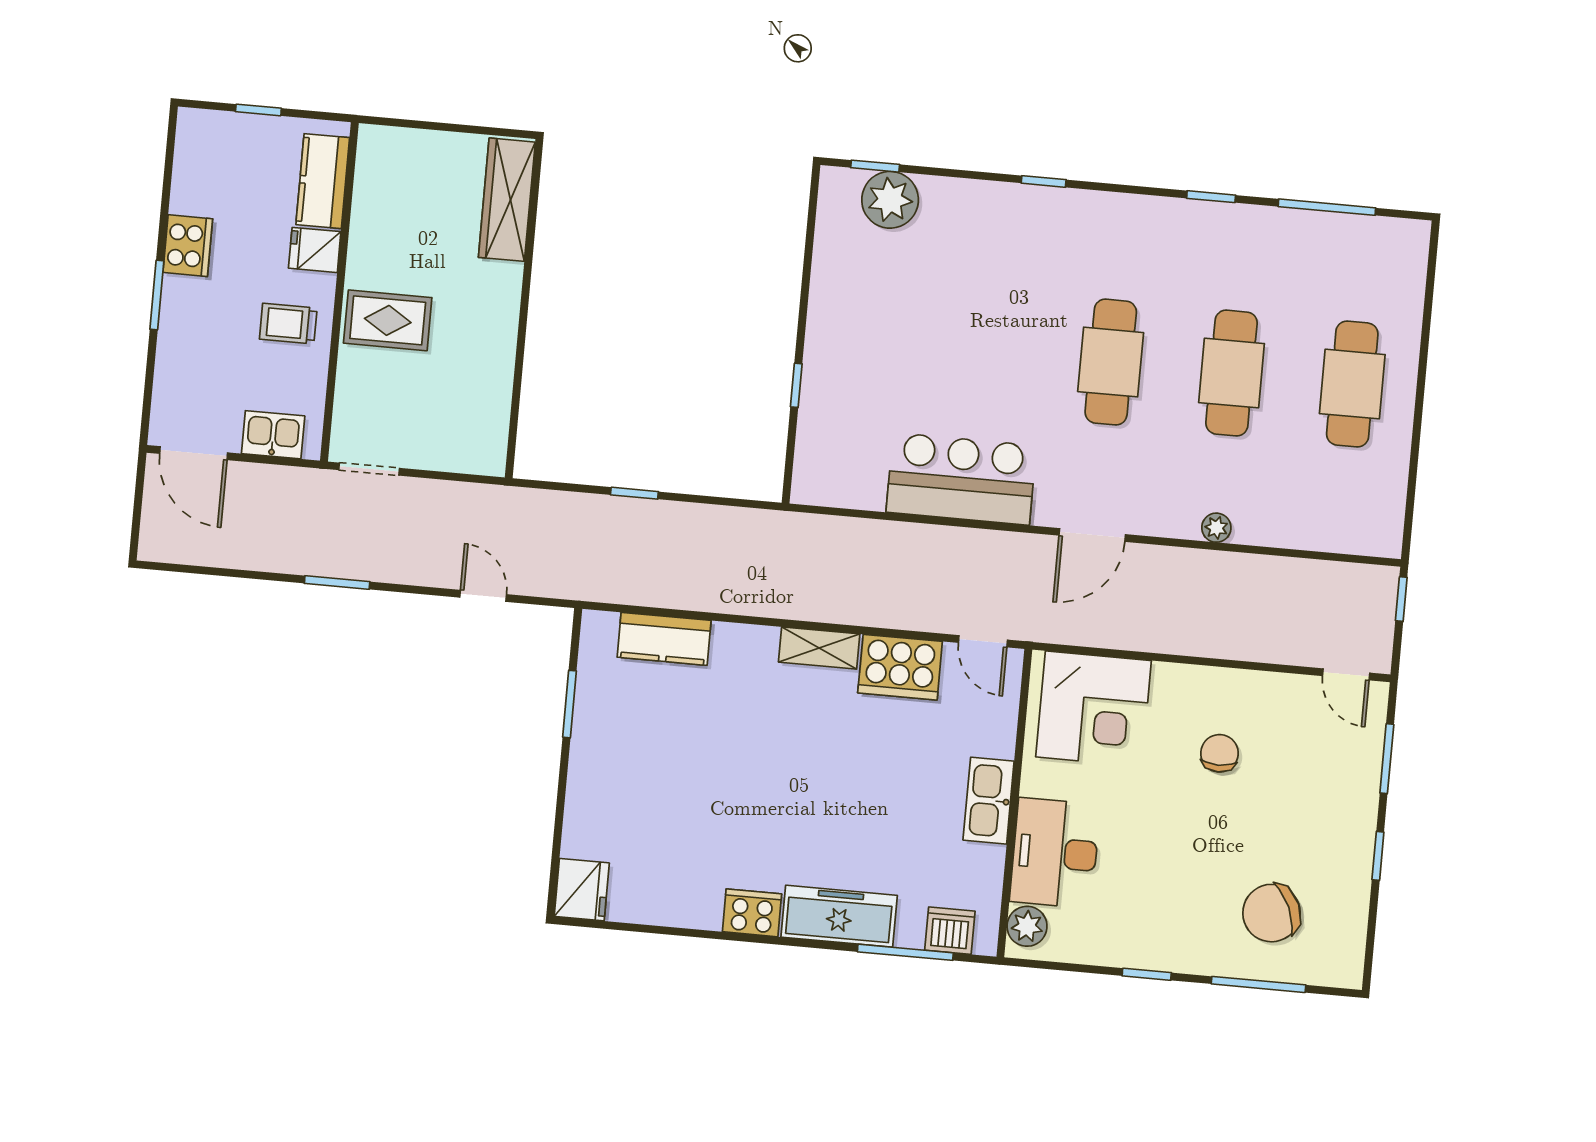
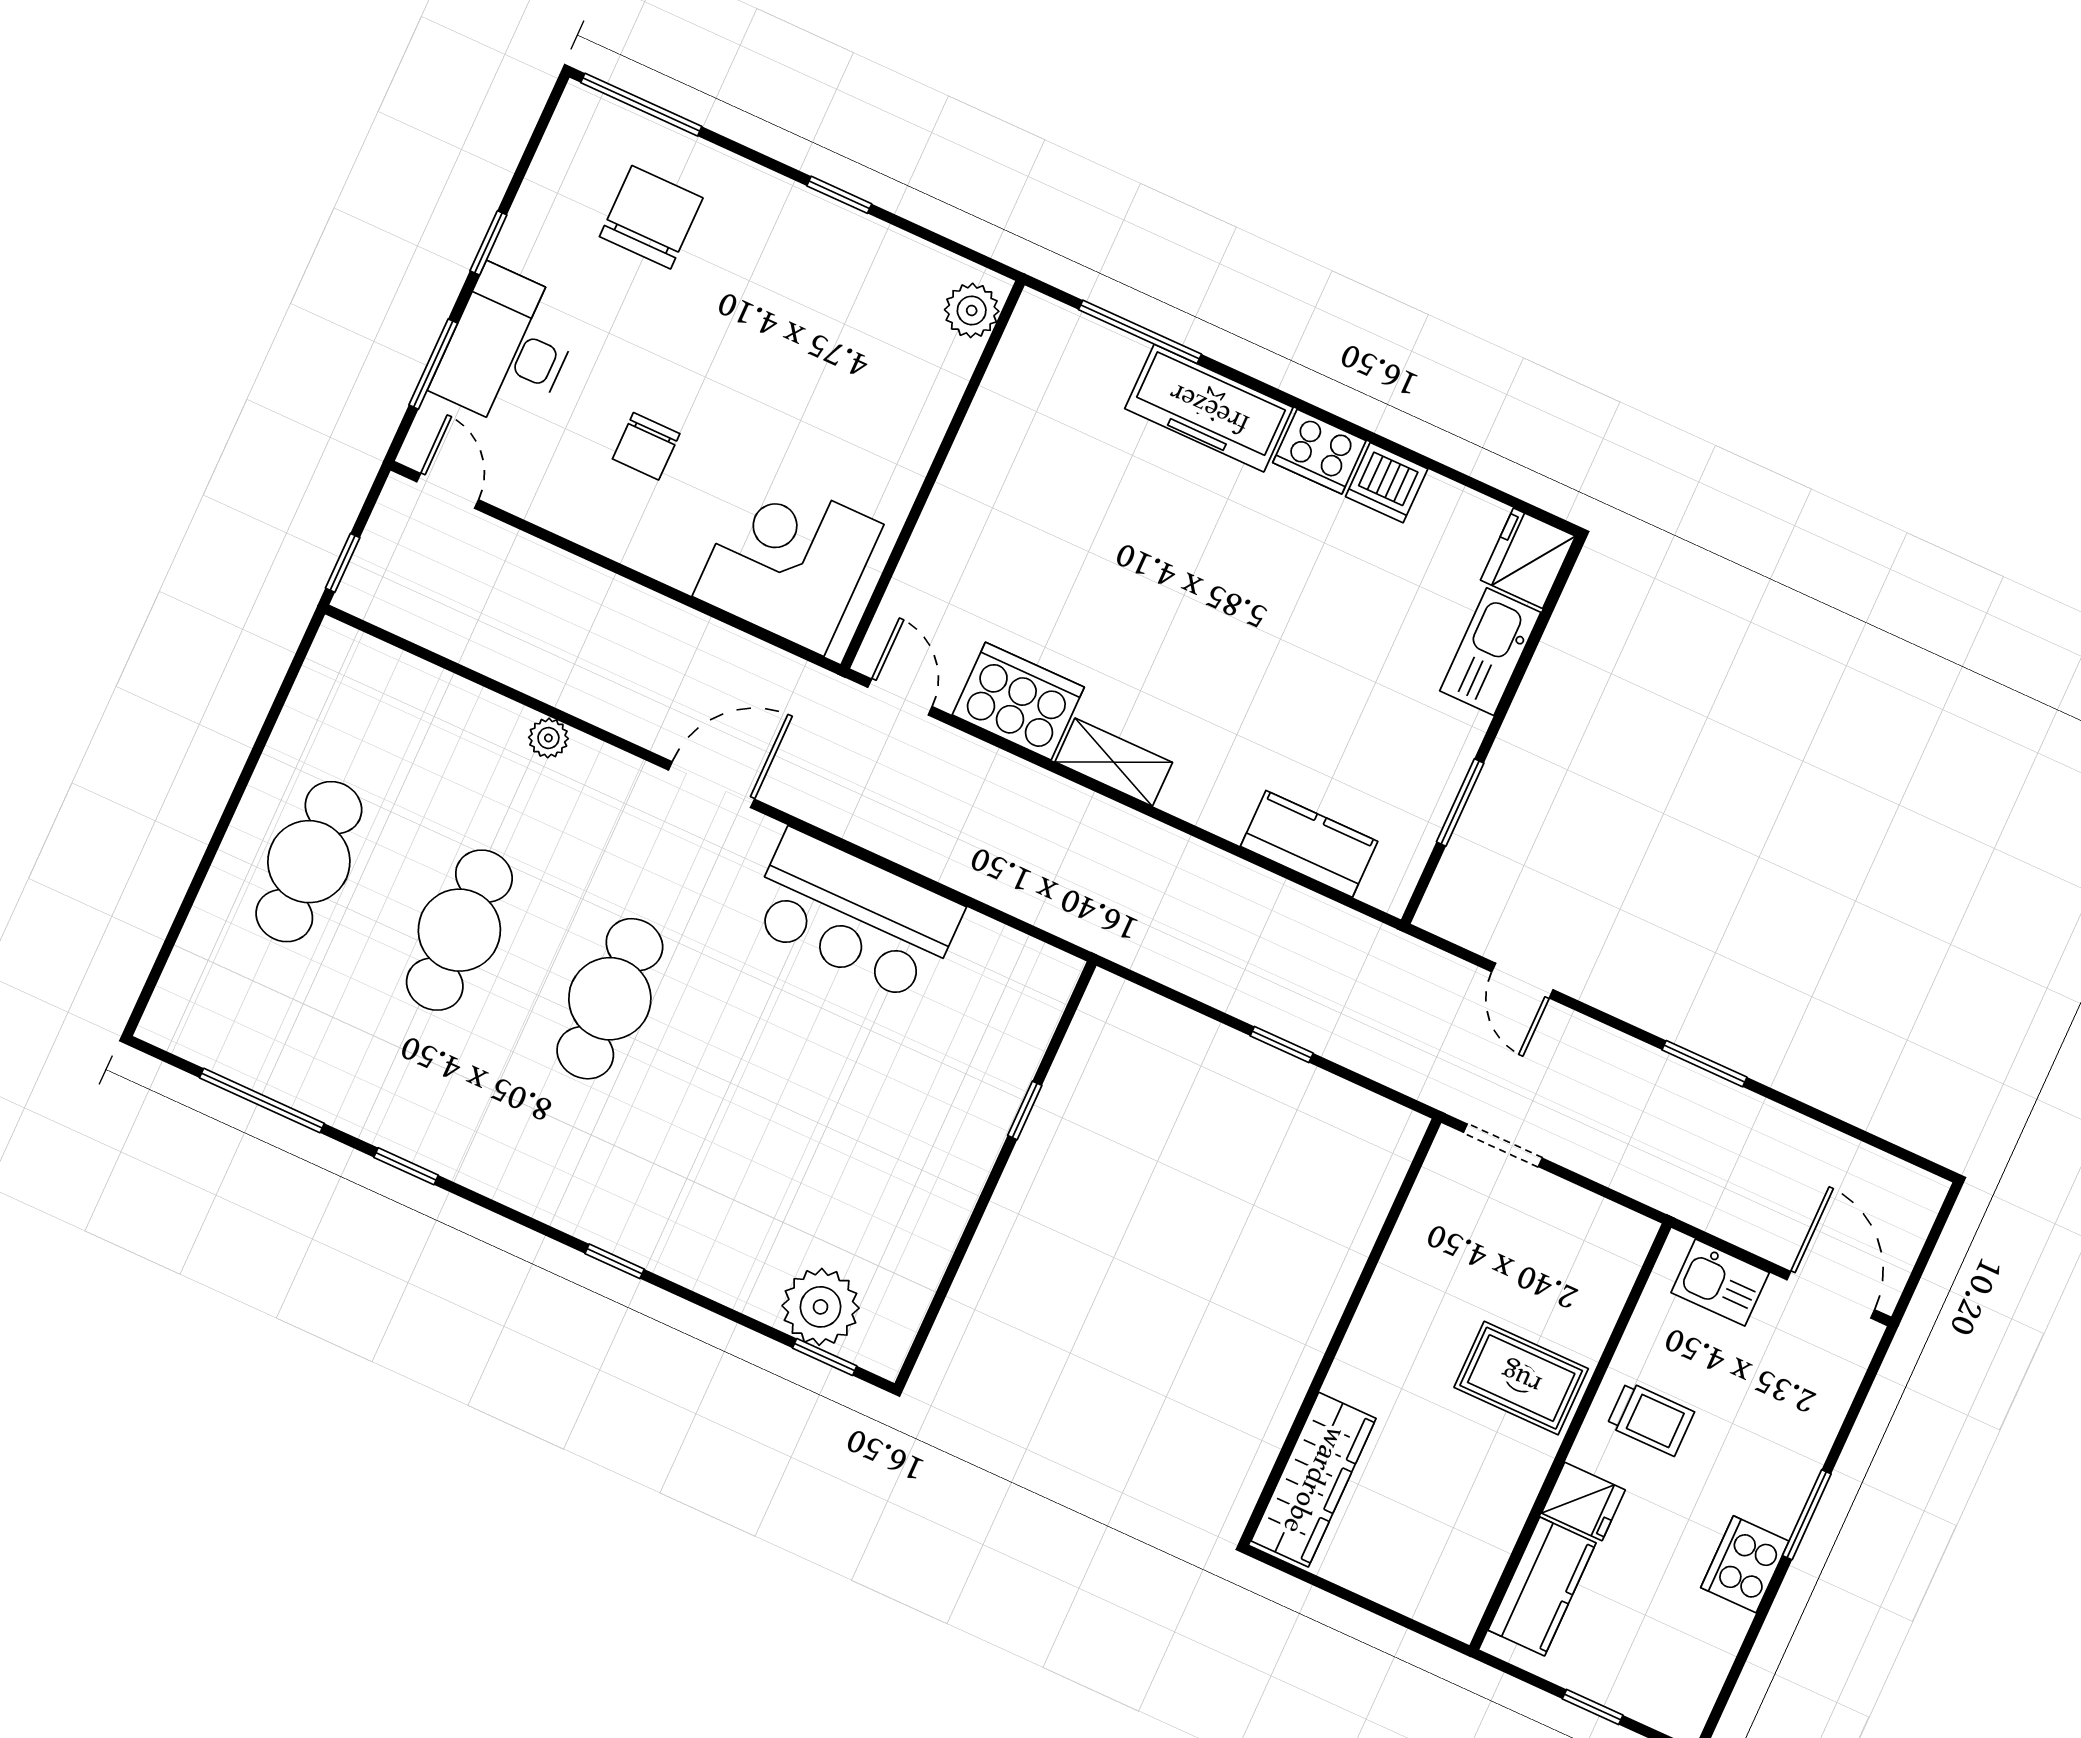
doorway: (369, 469) -> (1503, 1145), moved
kitchen sink: (989, 801) -> (1490, 652), moved, turned 180
desk: (1055, 853) -> (508, 349), moved, turned 180
chair: (1271, 913) -> (651, 217), turned -66
dishwasher: (950, 931) -> (1387, 483), moved
window: (1259, 984) -> (641, 105), moved

